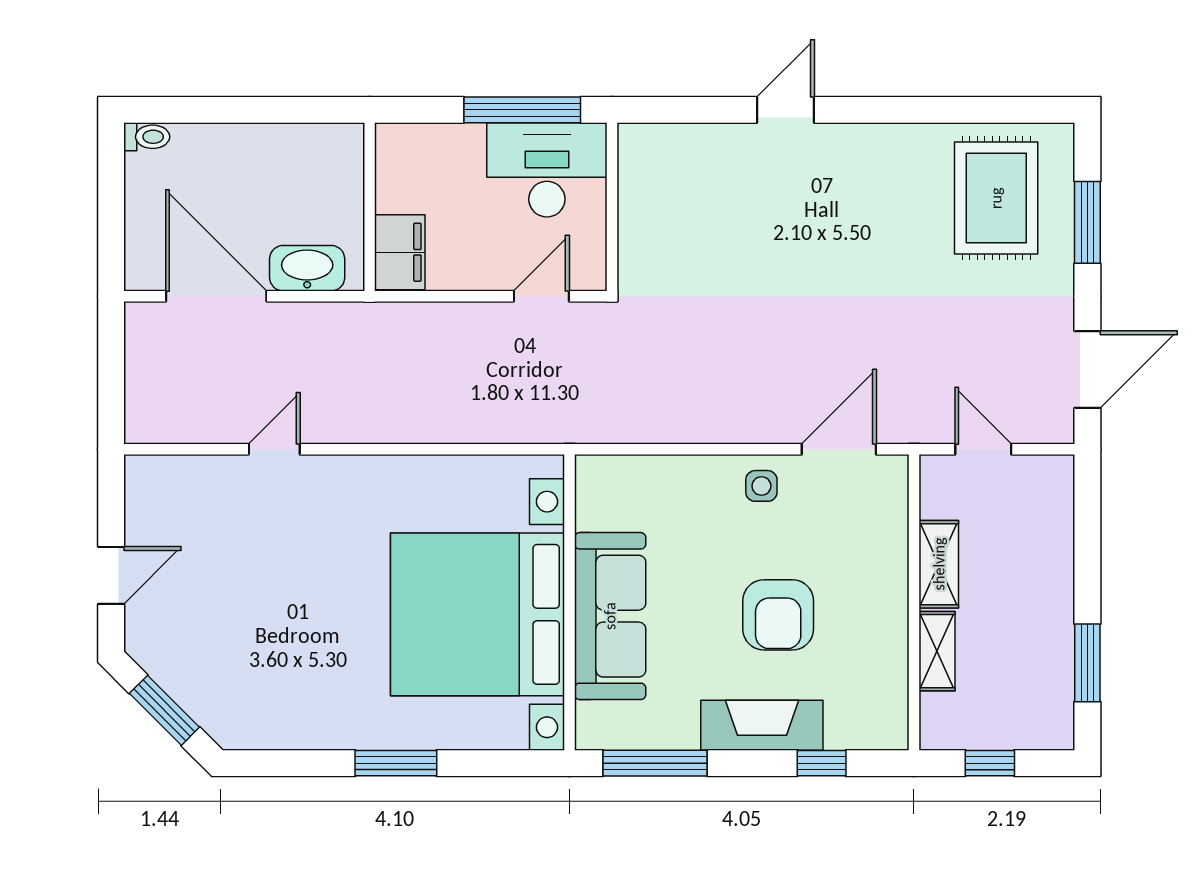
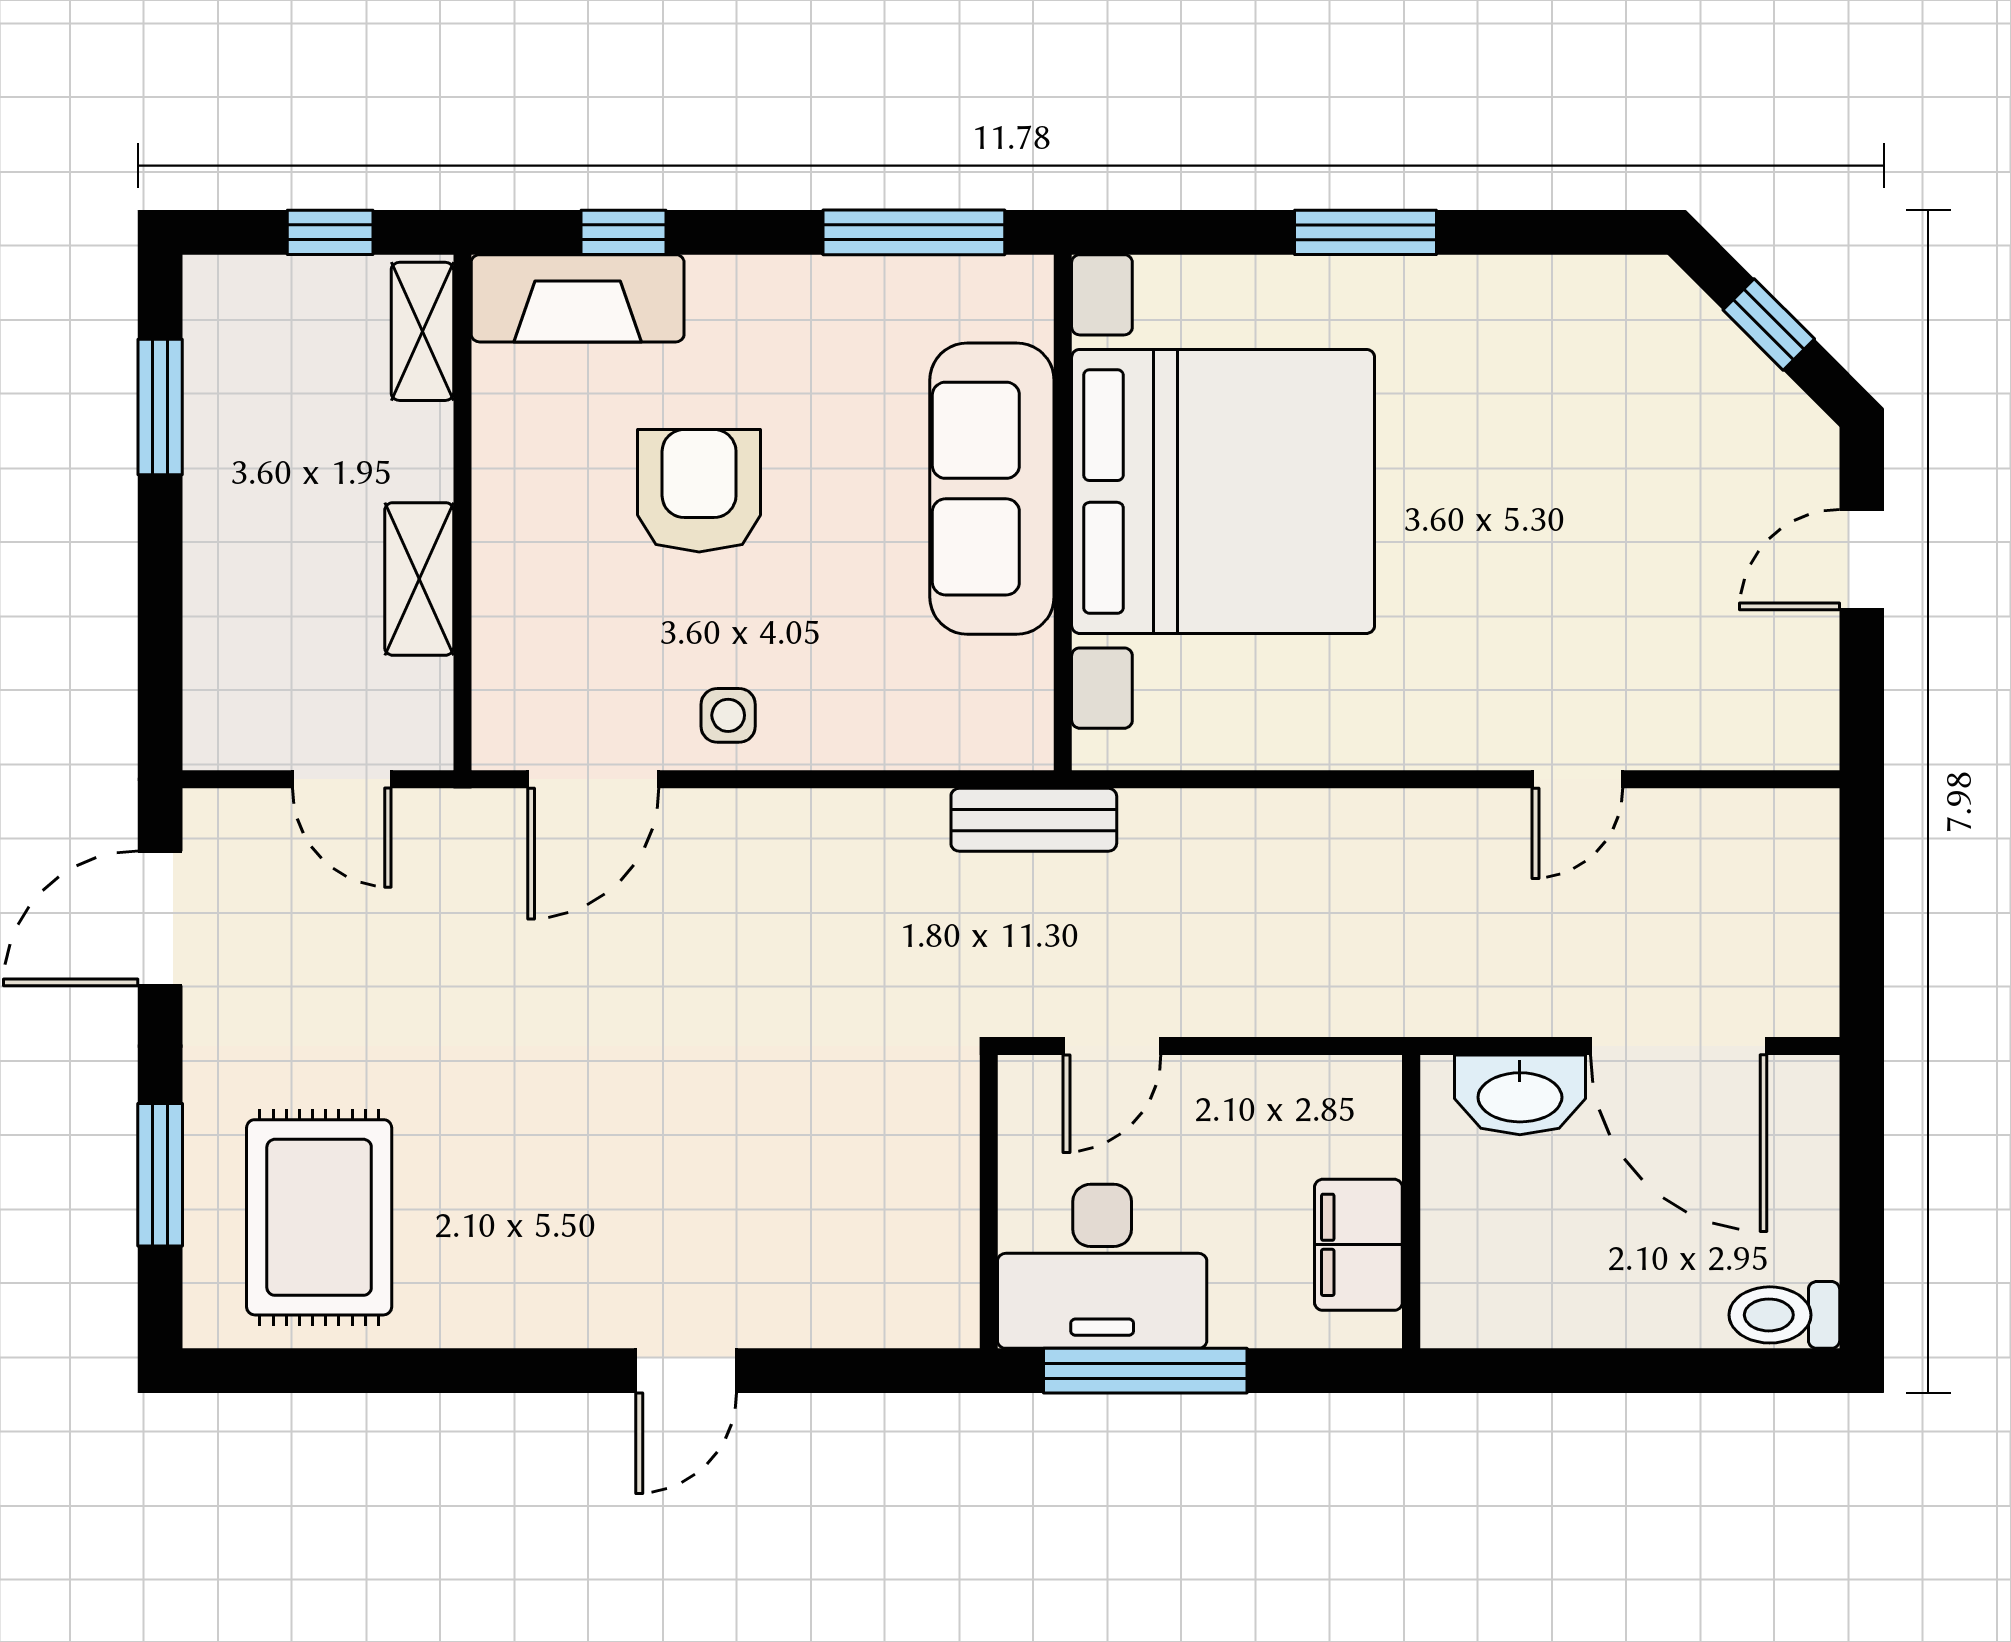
toilet: (147, 137) -> (1784, 1315), width x1.37, depth x1.39
filing cabinet: (400, 252) -> (1358, 1245), moved
bench: (586, 426) -> (1034, 820), added
shelving: (937, 651) -> (422, 331), moved
window: (164, 710) -> (1769, 324), width x0.67
fireplace: (762, 725) -> (578, 298), moved

